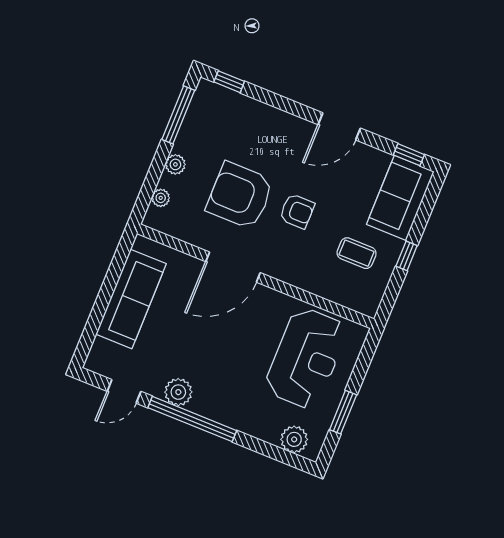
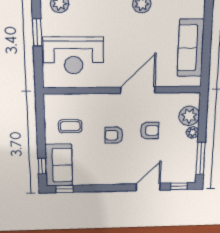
door: (339, 126) -> (148, 187), moved
armchair: (240, 196) -> (150, 130), width x0.53, depth x0.53
plant: (161, 198) -> (189, 116), width x1.88, depth x1.88
window: (407, 256) -> (42, 166), moved
reception desk: (306, 358) -> (73, 55), turned -90

